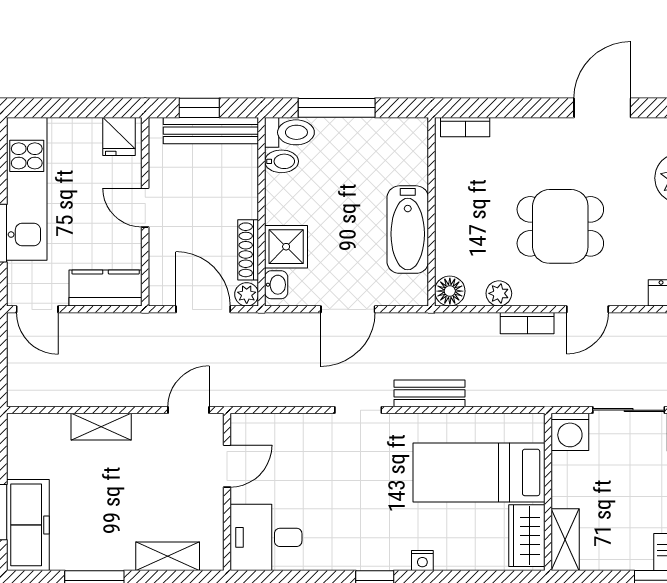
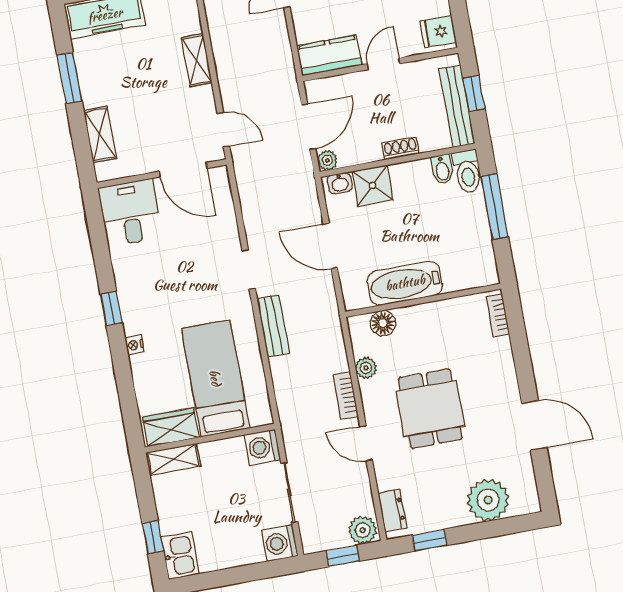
shoe rack: (248, 250) -> (401, 148), moved, width x0.70
kitchen counter: (106, 288) -> (329, 55), moved, turned -90
floor lamp: (450, 291) -> (383, 323), moved
door: (227, 466) -> (183, 170), width x1.38

